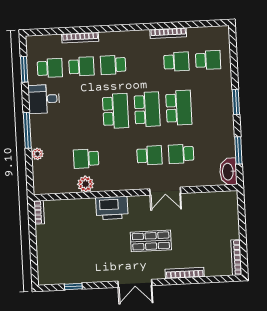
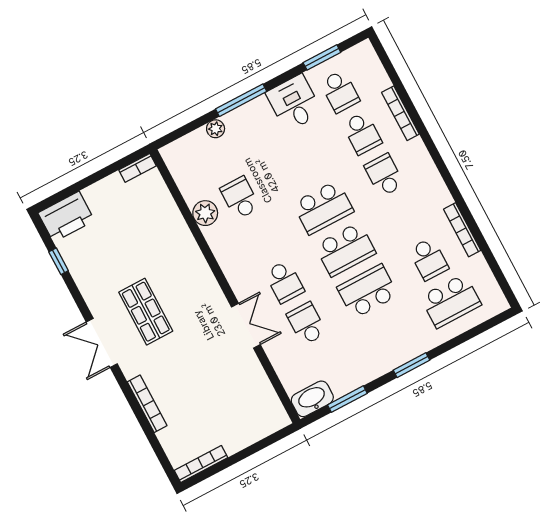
school desk: (208, 60) -> (451, 301), width x1.85
school desk: (179, 108) -> (368, 291), turned 180
double door: (165, 191) -> (246, 326), swing flipped
printer: (112, 208) -> (66, 217), moved, turned -90
shop shelf: (151, 241) -> (146, 312), moved

